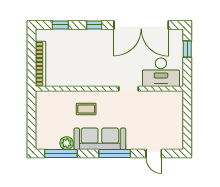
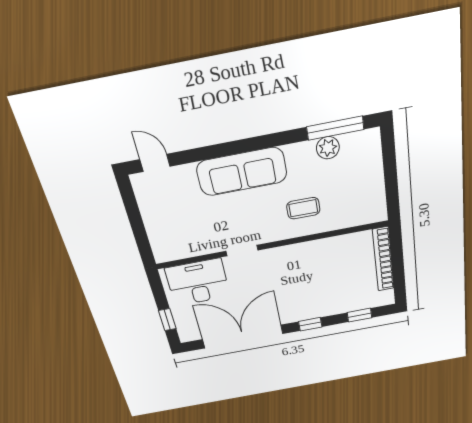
sofa: (100, 139) -> (242, 172), moved
window: (115, 154) -> (243, 146), removed
door: (154, 154) -> (155, 163), moved

